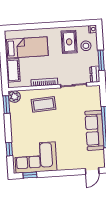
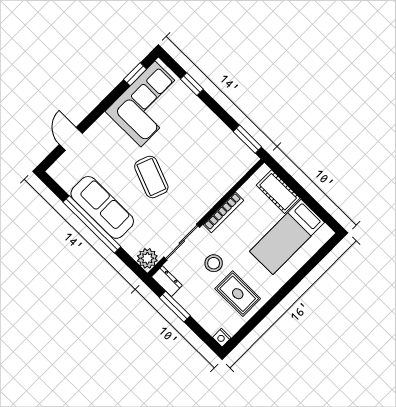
stool: (86, 46) -> (214, 263), moved
plant: (14, 97) -> (147, 258), moved
coffee table: (44, 104) -> (151, 177), moved, turned -65
door: (92, 171) -> (71, 139), moved

